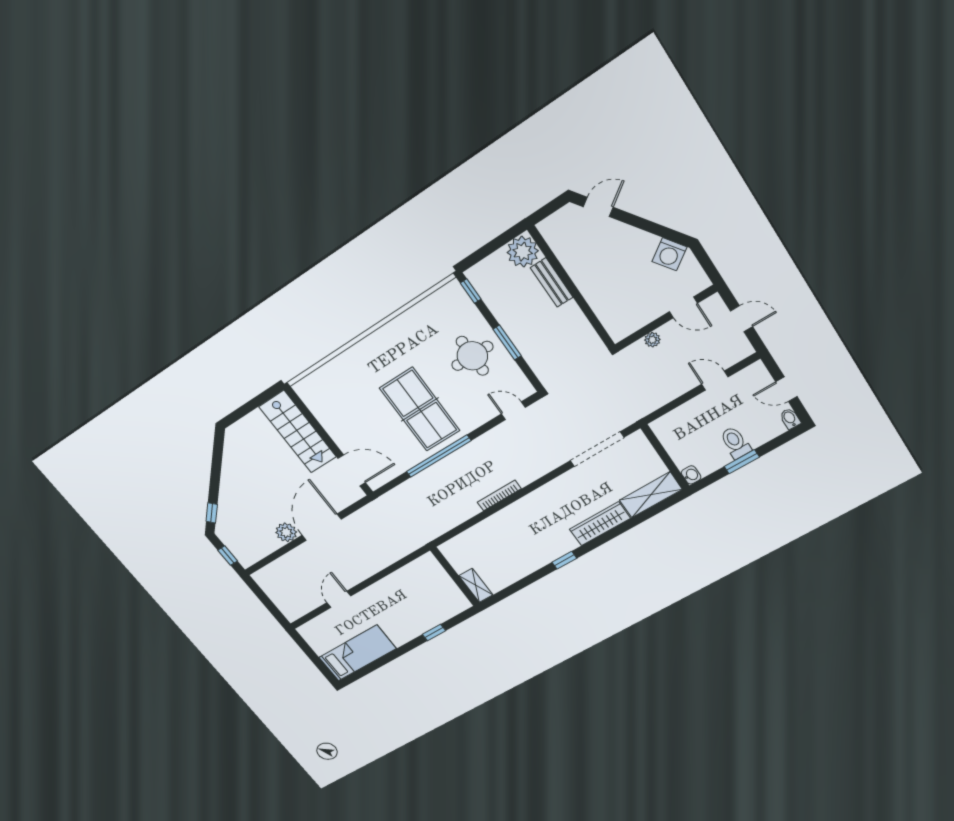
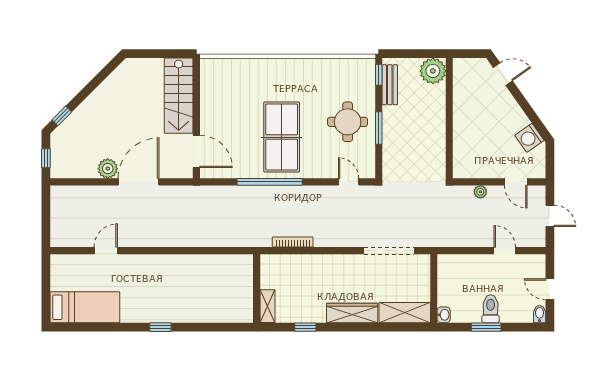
bench: (552, 282) -> (390, 85), moved
wall: (455, 577) -> (257, 288), moved
shelving: (476, 585) -> (267, 306), moved

